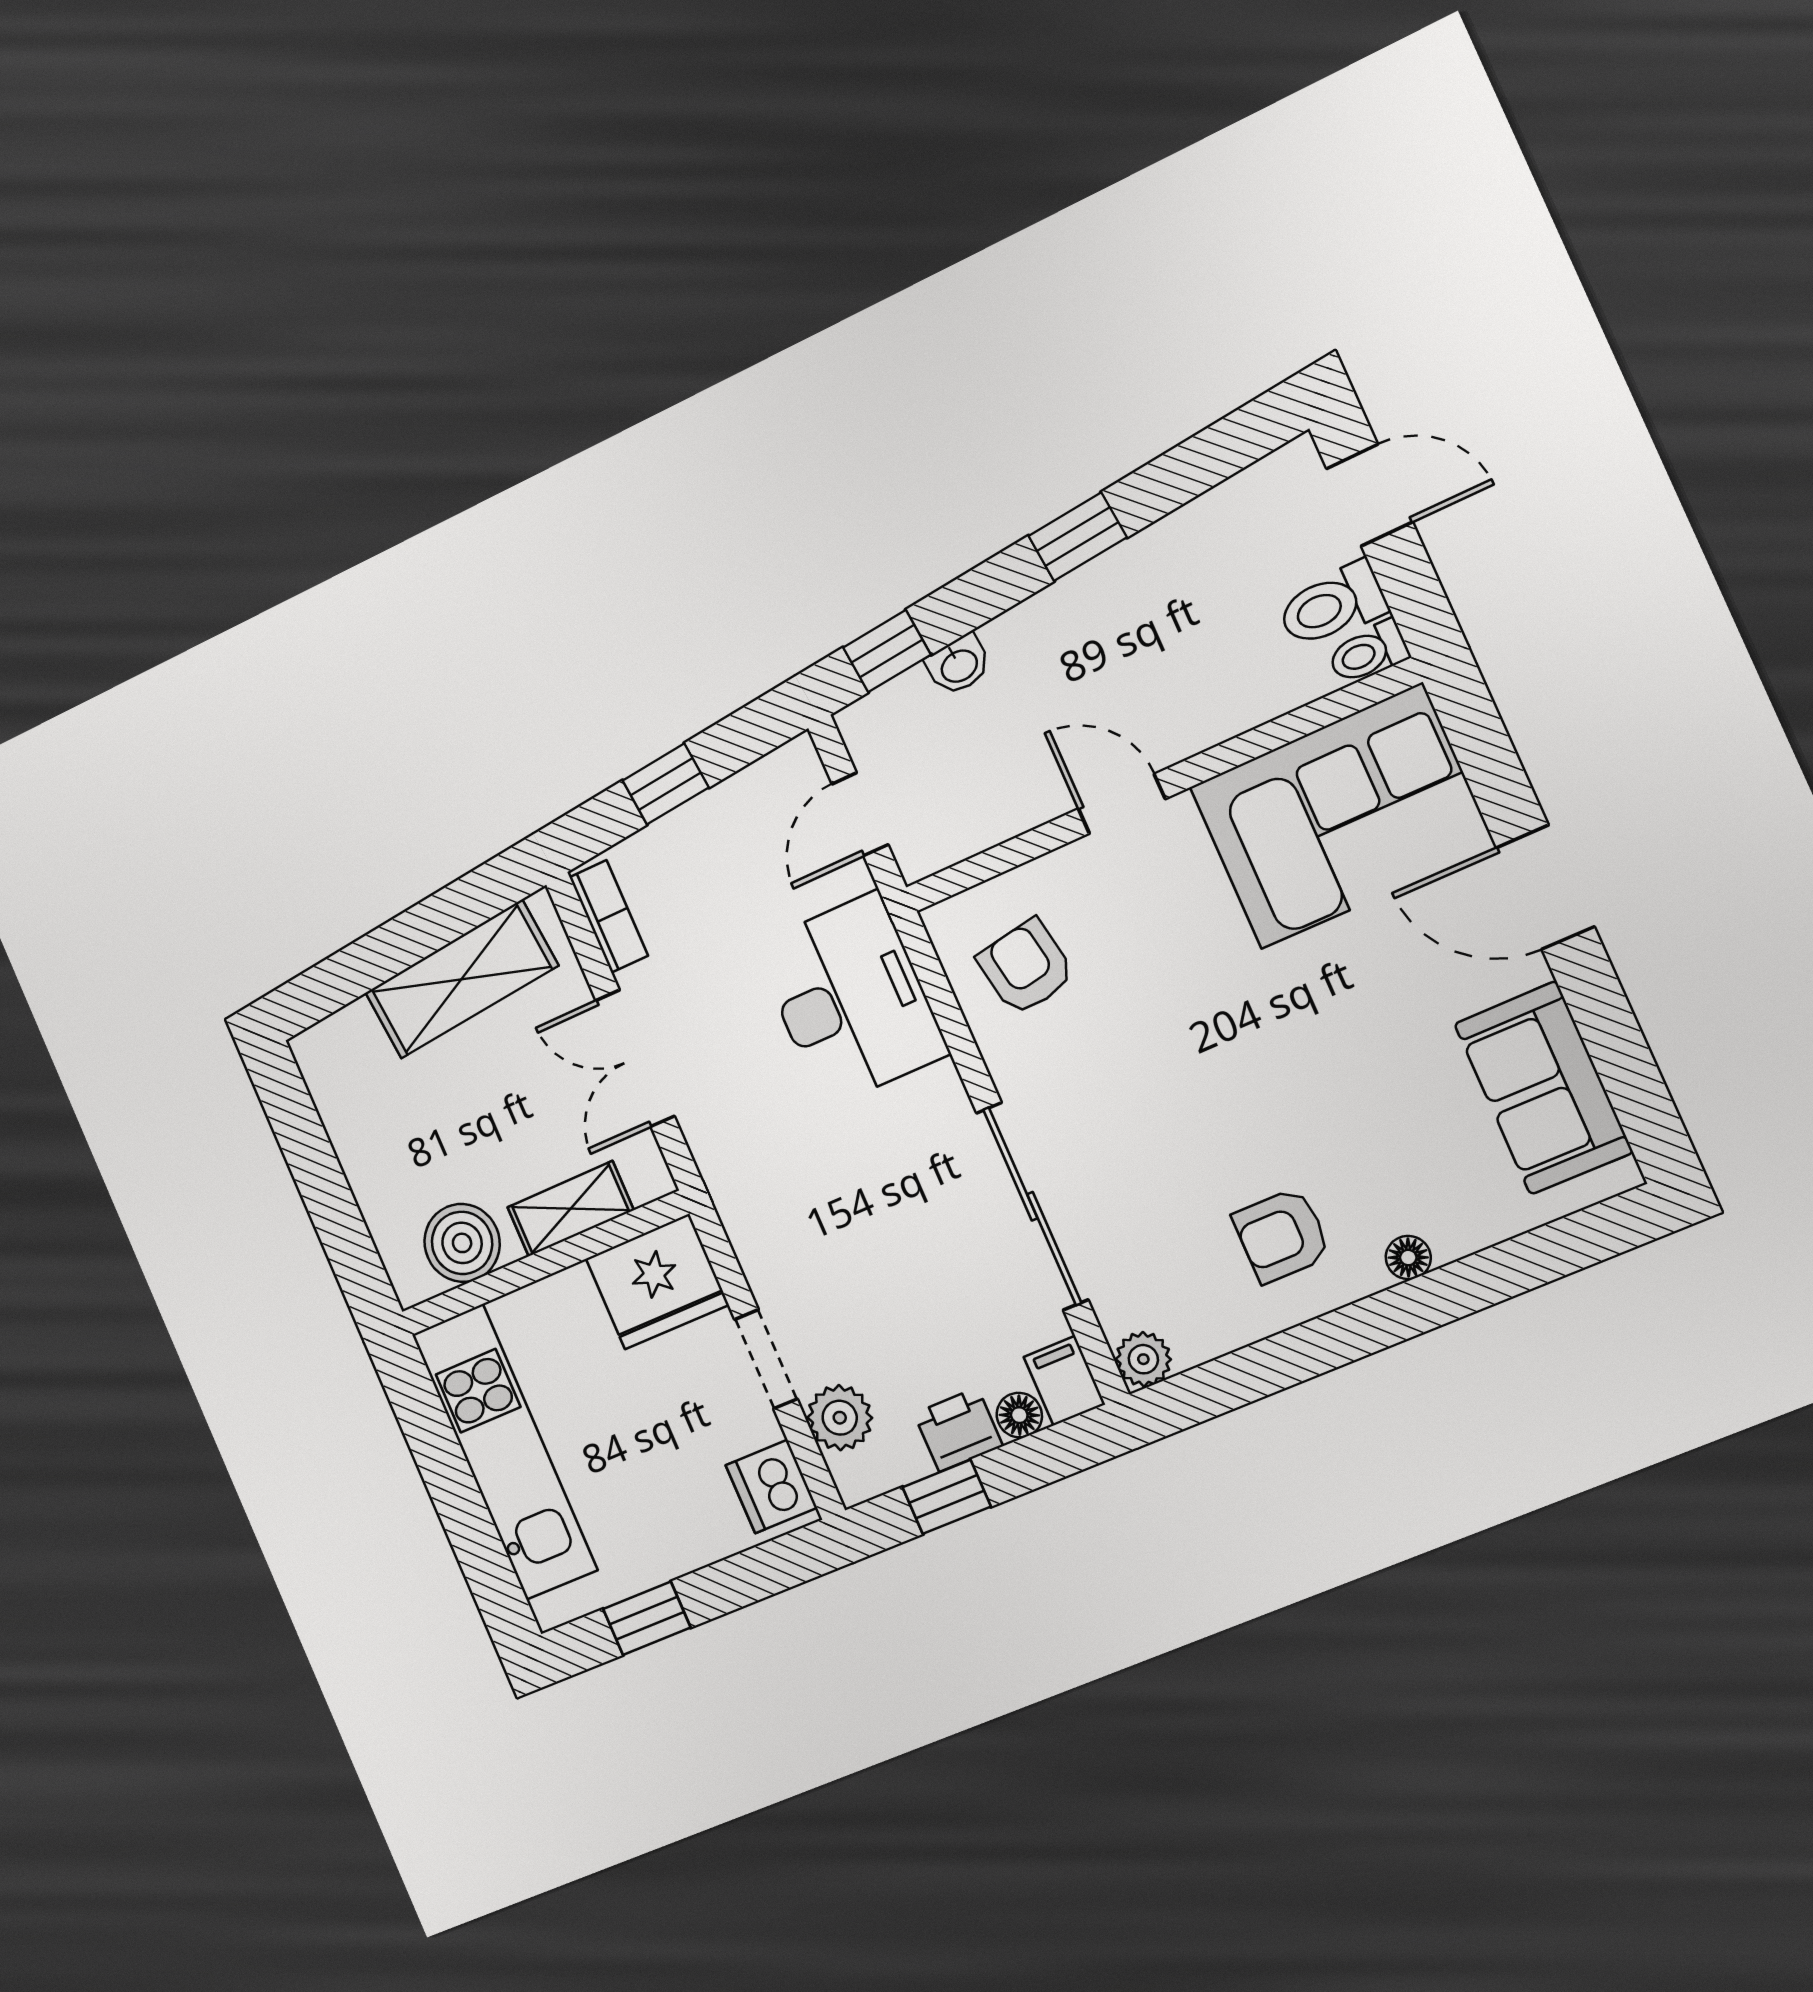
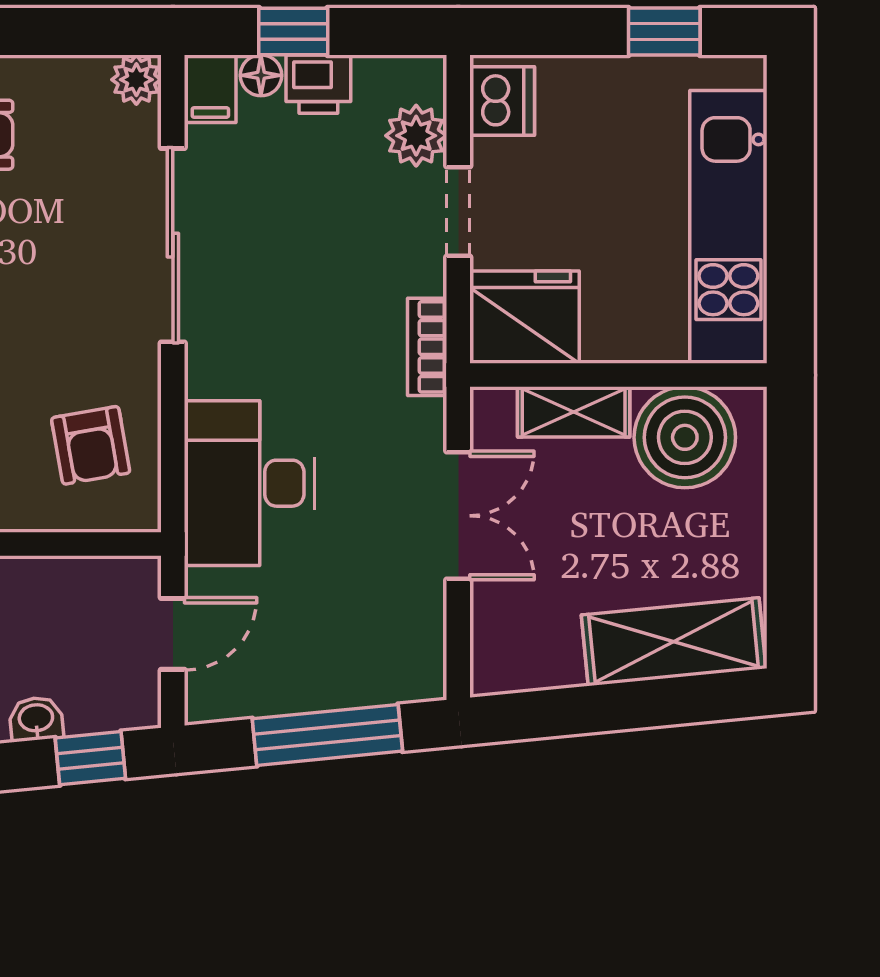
window: (666, 784) -> (327, 735), width x2.17
bookcase: (609, 916) -> (427, 347), moved
shelving: (461, 979) -> (674, 642), moved
boiler: (462, 1243) -> (685, 437), width x1.37, depth x1.37
window: (947, 1497) -> (293, 31), moved

